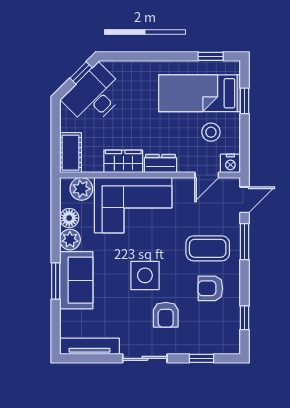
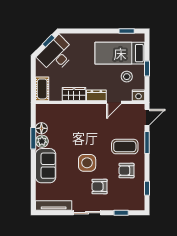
window: (244, 101) -> (147, 68), moved
door: (207, 175) -> (114, 102), moved
plant: (81, 189) -> (49, 111), removed
corner sofa: (133, 205) -> (80, 121), removed
window: (56, 281) -> (33, 138), moved
armchair: (166, 315) -> (100, 186), turned 90

